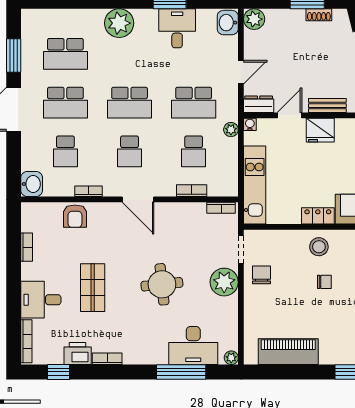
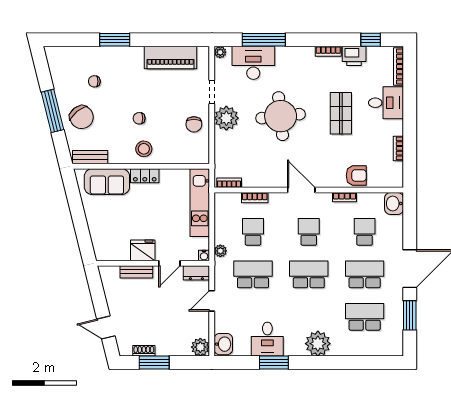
armchair: (75, 216) -> (356, 175), turned 90
doorway: (241, 249) -> (212, 92), moved
round table: (162, 284) -> (281, 116), width x1.36, depth x1.36

